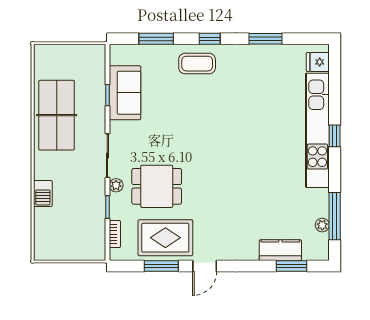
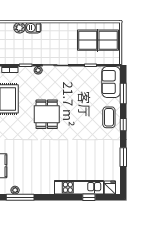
sofa: (125, 93) -> (111, 82), moved, turned 90
table tennis table: (57, 115) -> (98, 40), moved
kitchen unit: (317, 130) -> (79, 187), width x0.73
window: (335, 136) -> (89, 197), moved
dining table: (157, 186) -> (47, 114), moved
plant: (43, 217) -> (19, 28), added

